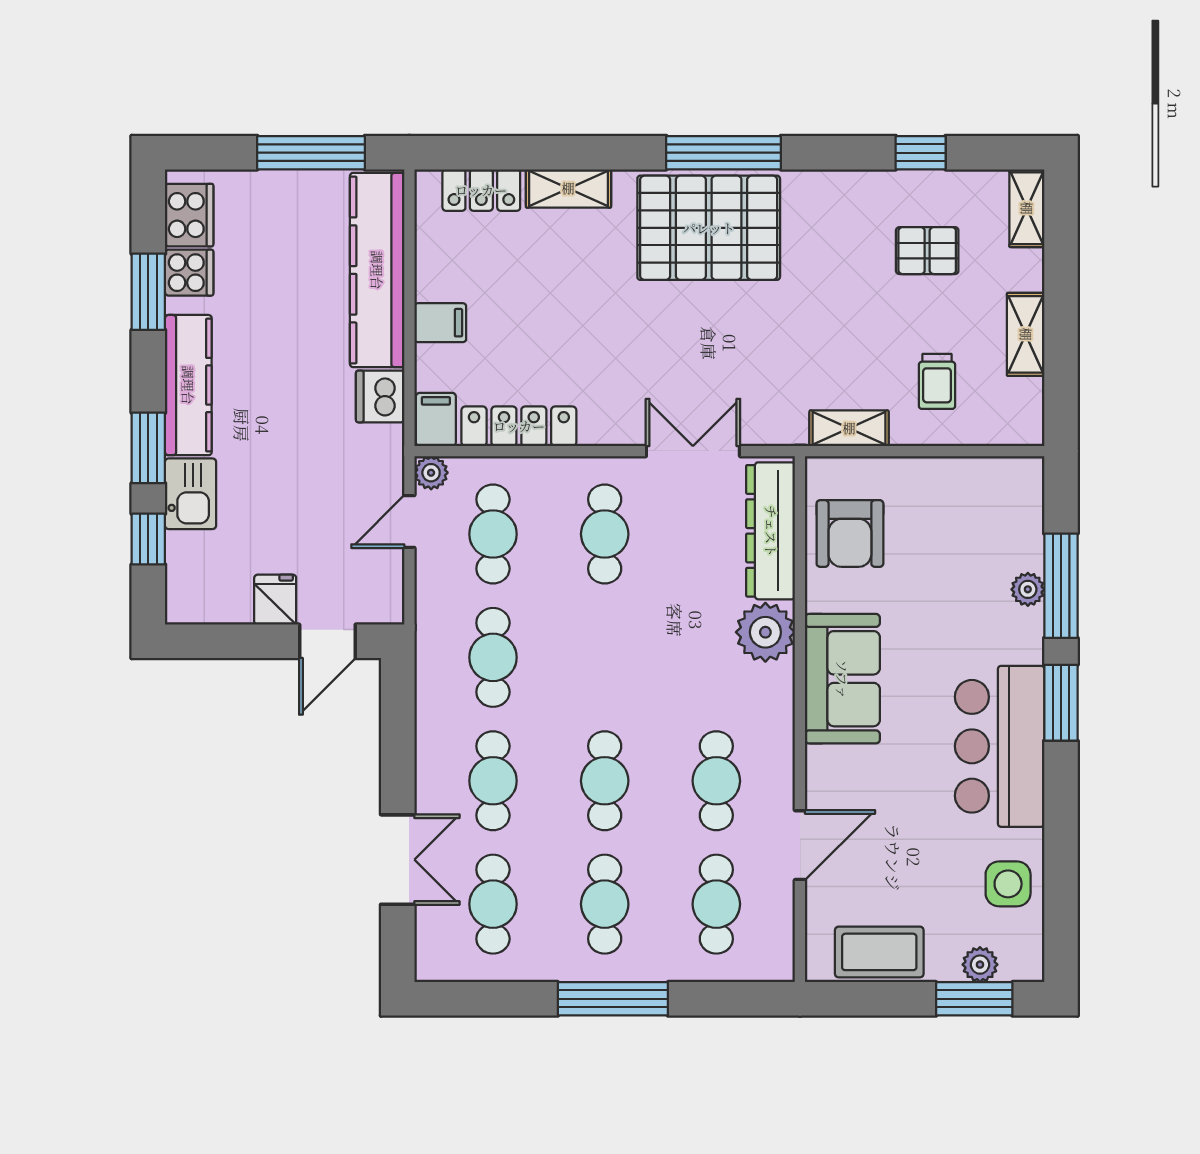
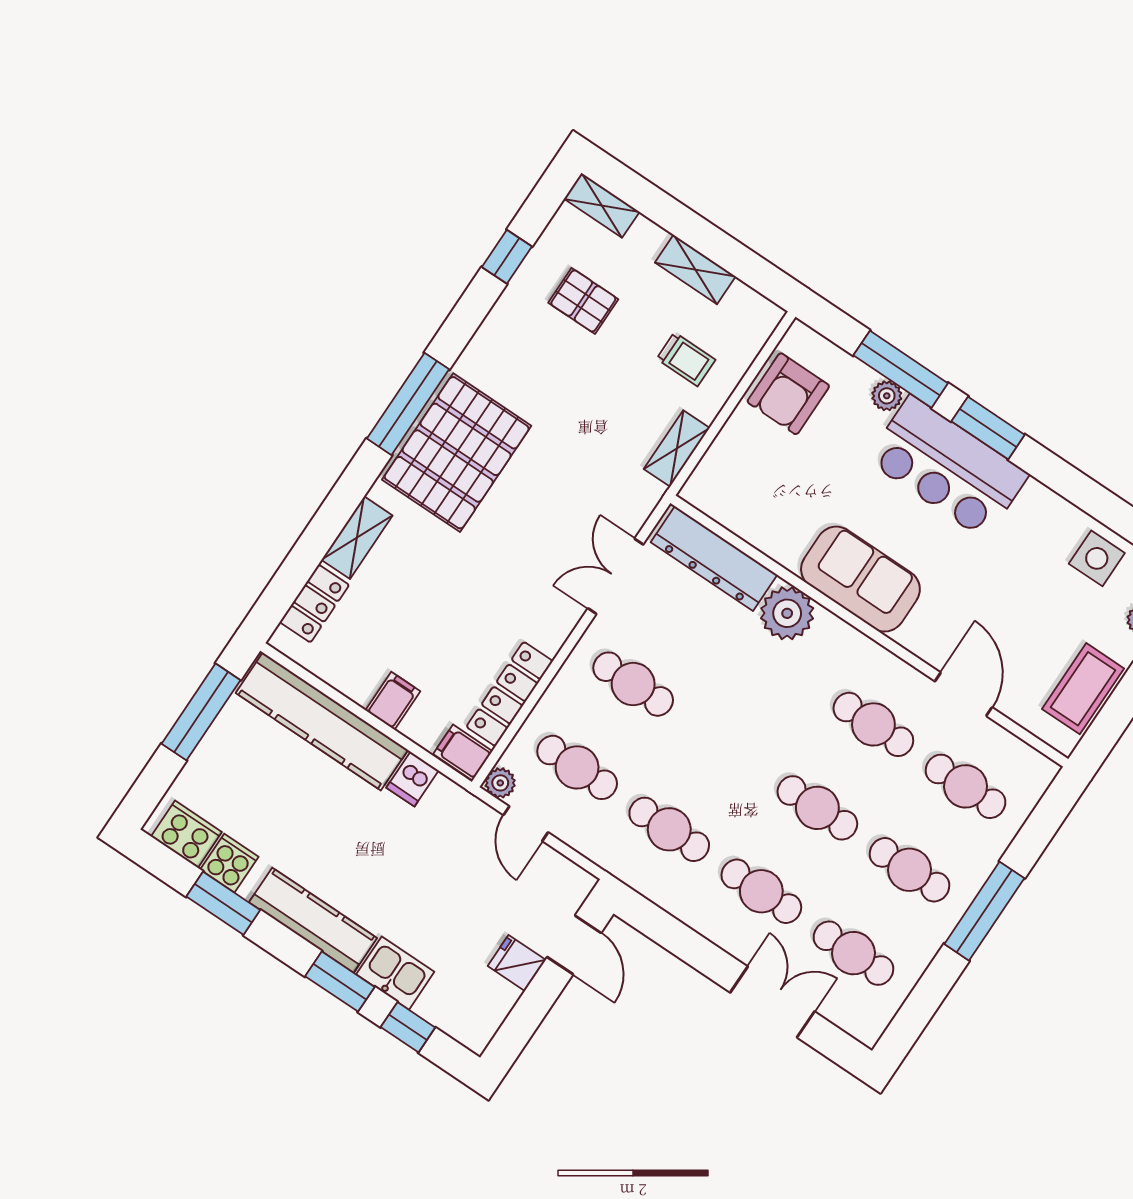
pallet: (927, 251) -> (583, 301), turned 90
dishwasher: (380, 396) -> (412, 779), width x0.73
armchair: (850, 534) -> (788, 394), moved, turned 90
bar counter: (1000, 746) -> (948, 467), moved

